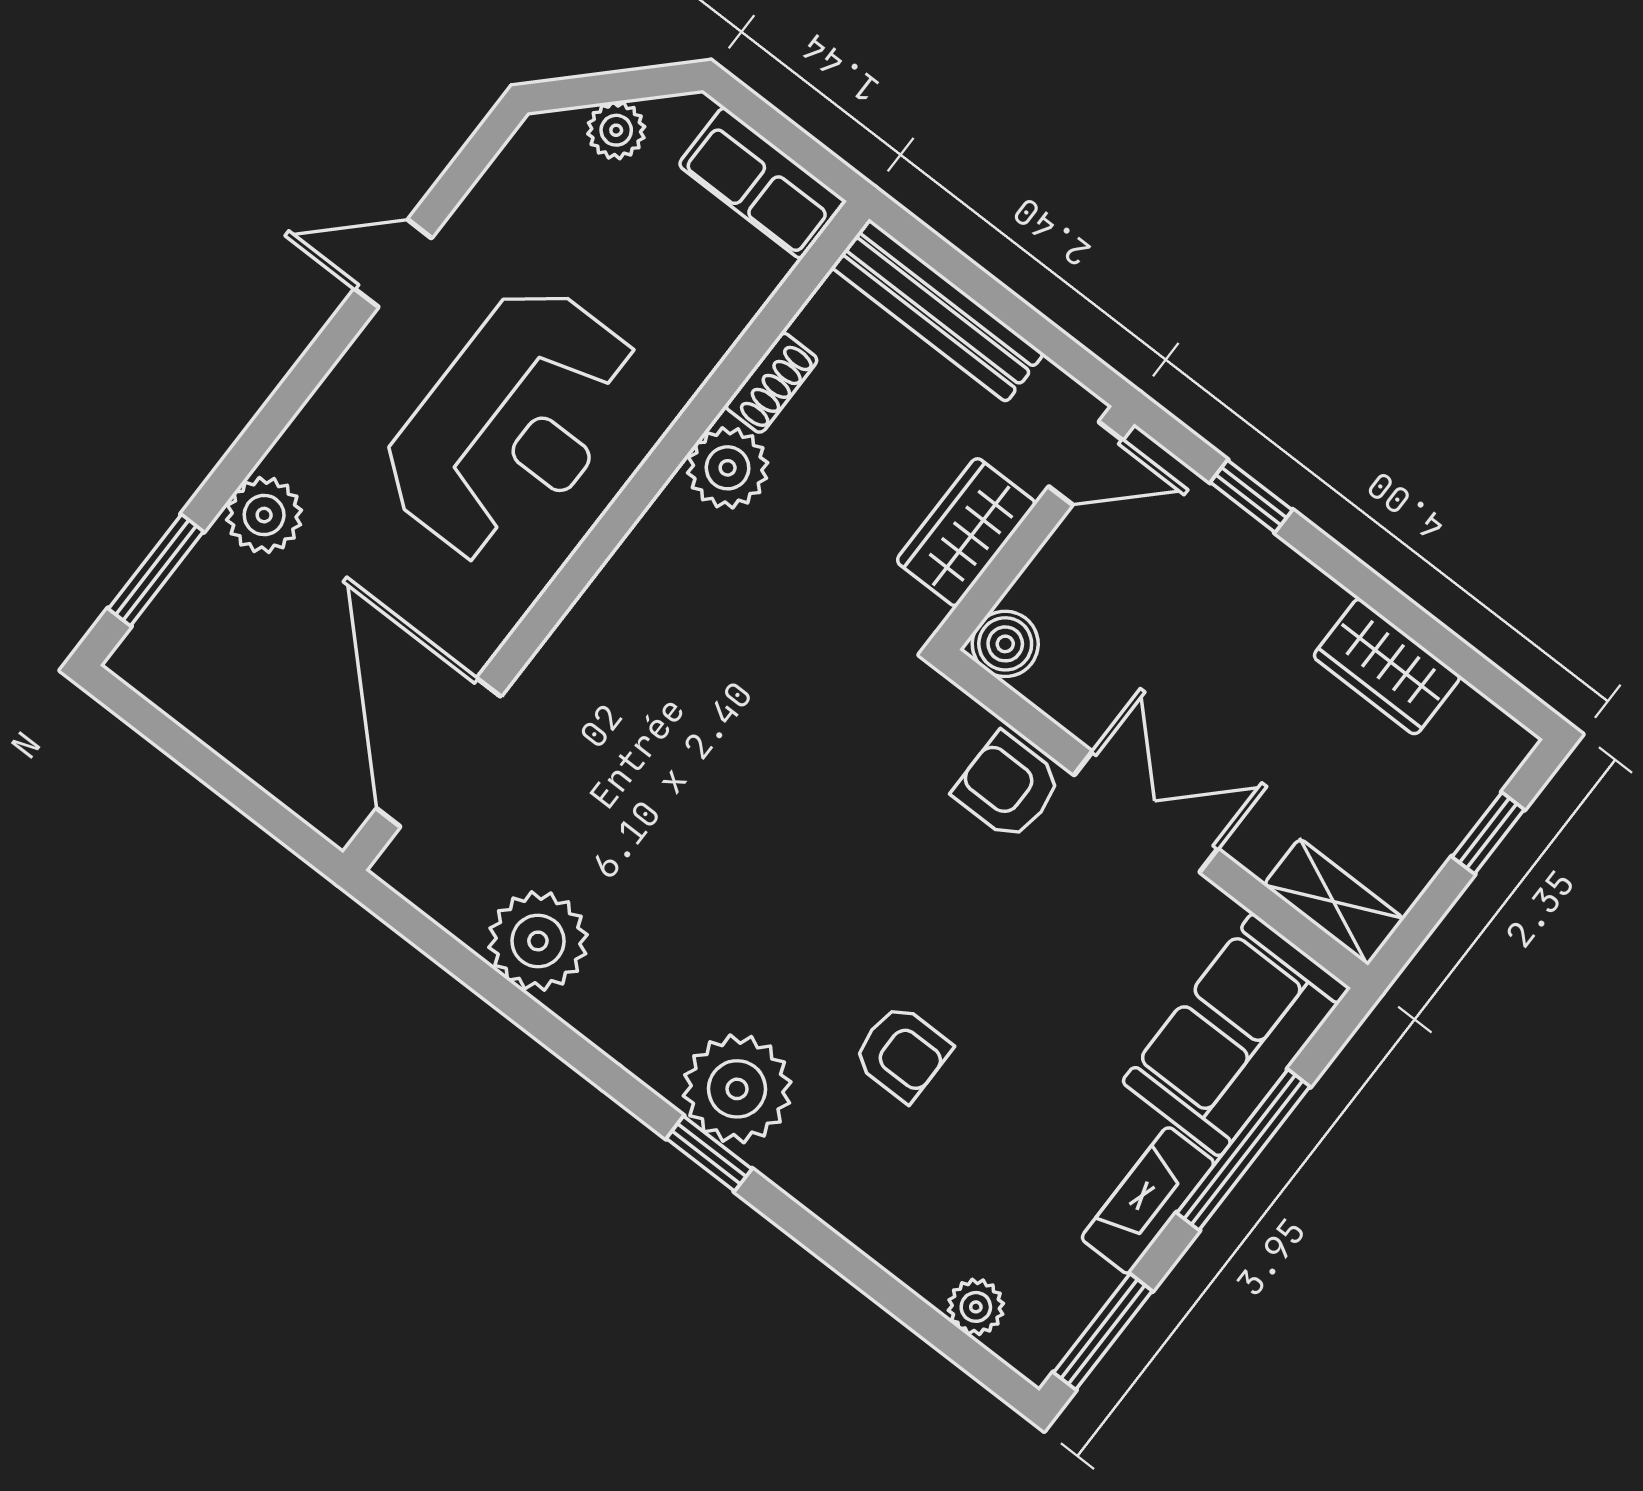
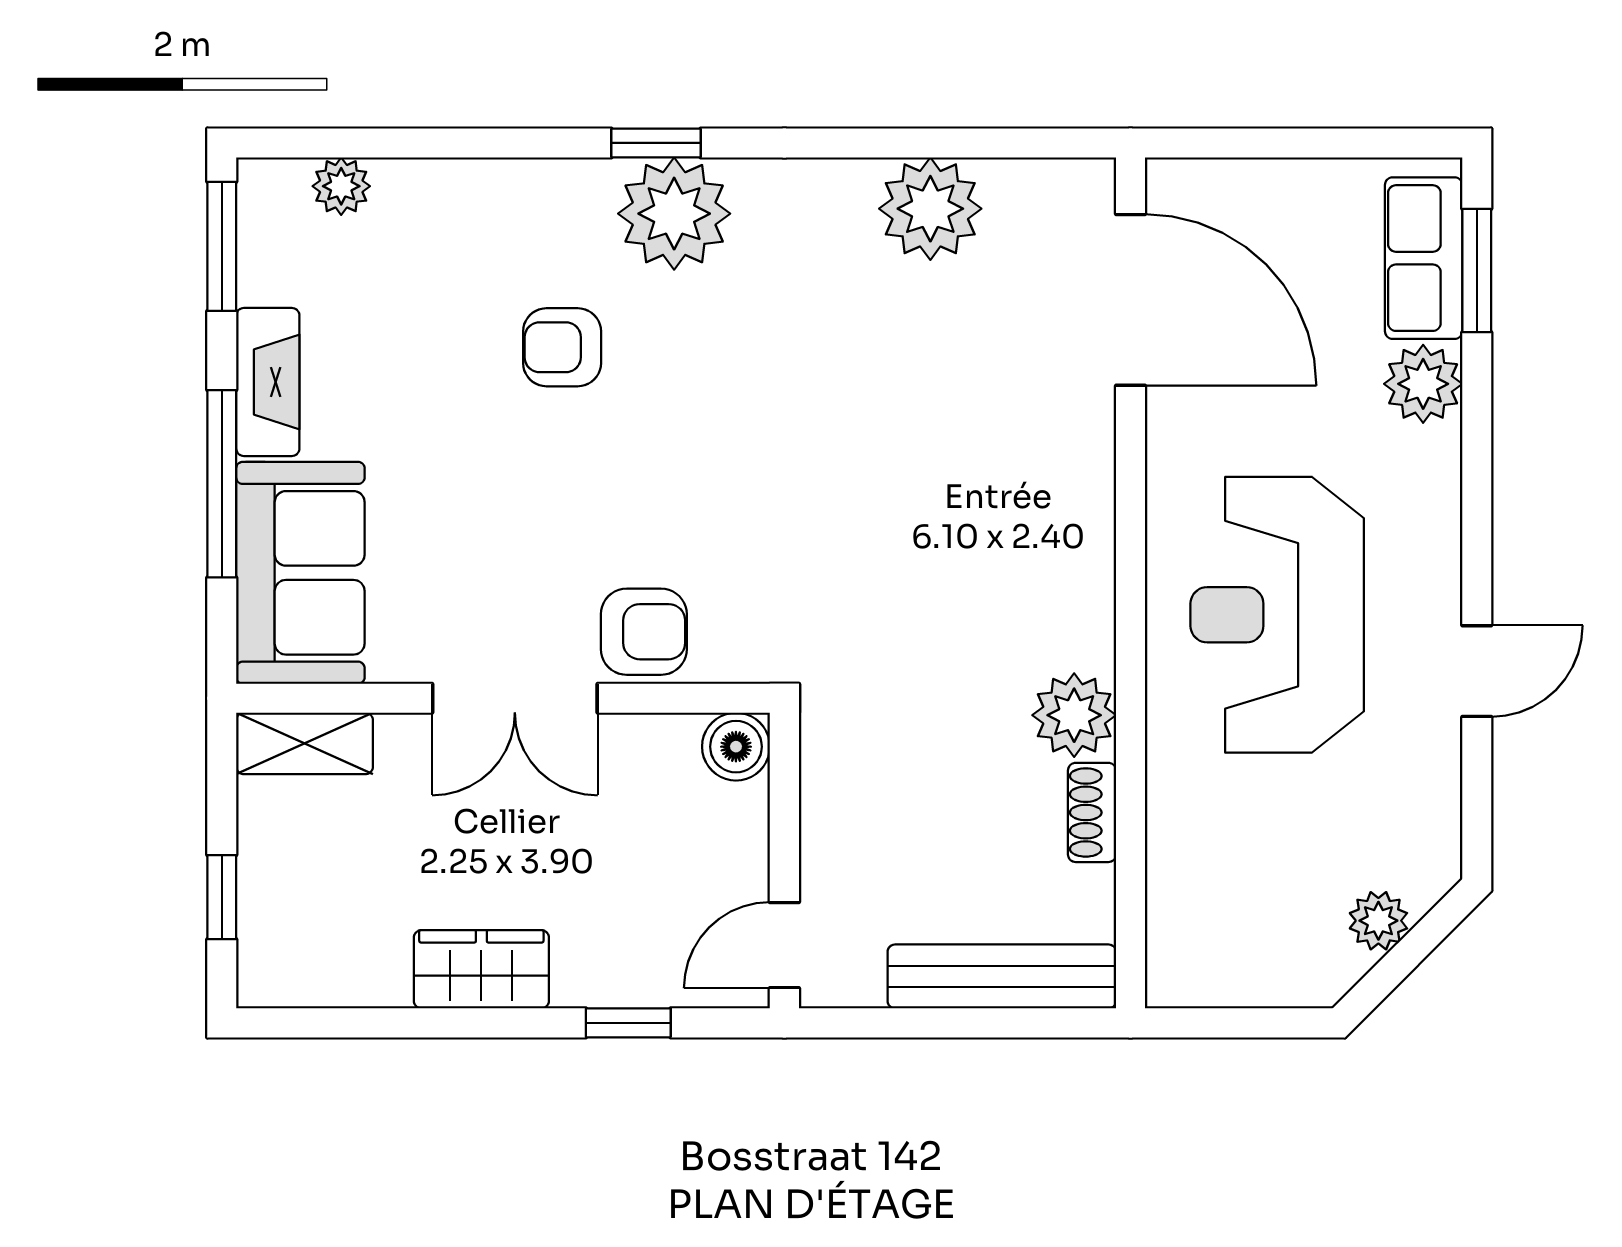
row of seats: (762, 183) -> (1424, 258), moved, turned -90
wardrobe: (966, 532) -> (839, 813), removed
wardrobe: (1387, 666) -> (481, 969), moved

